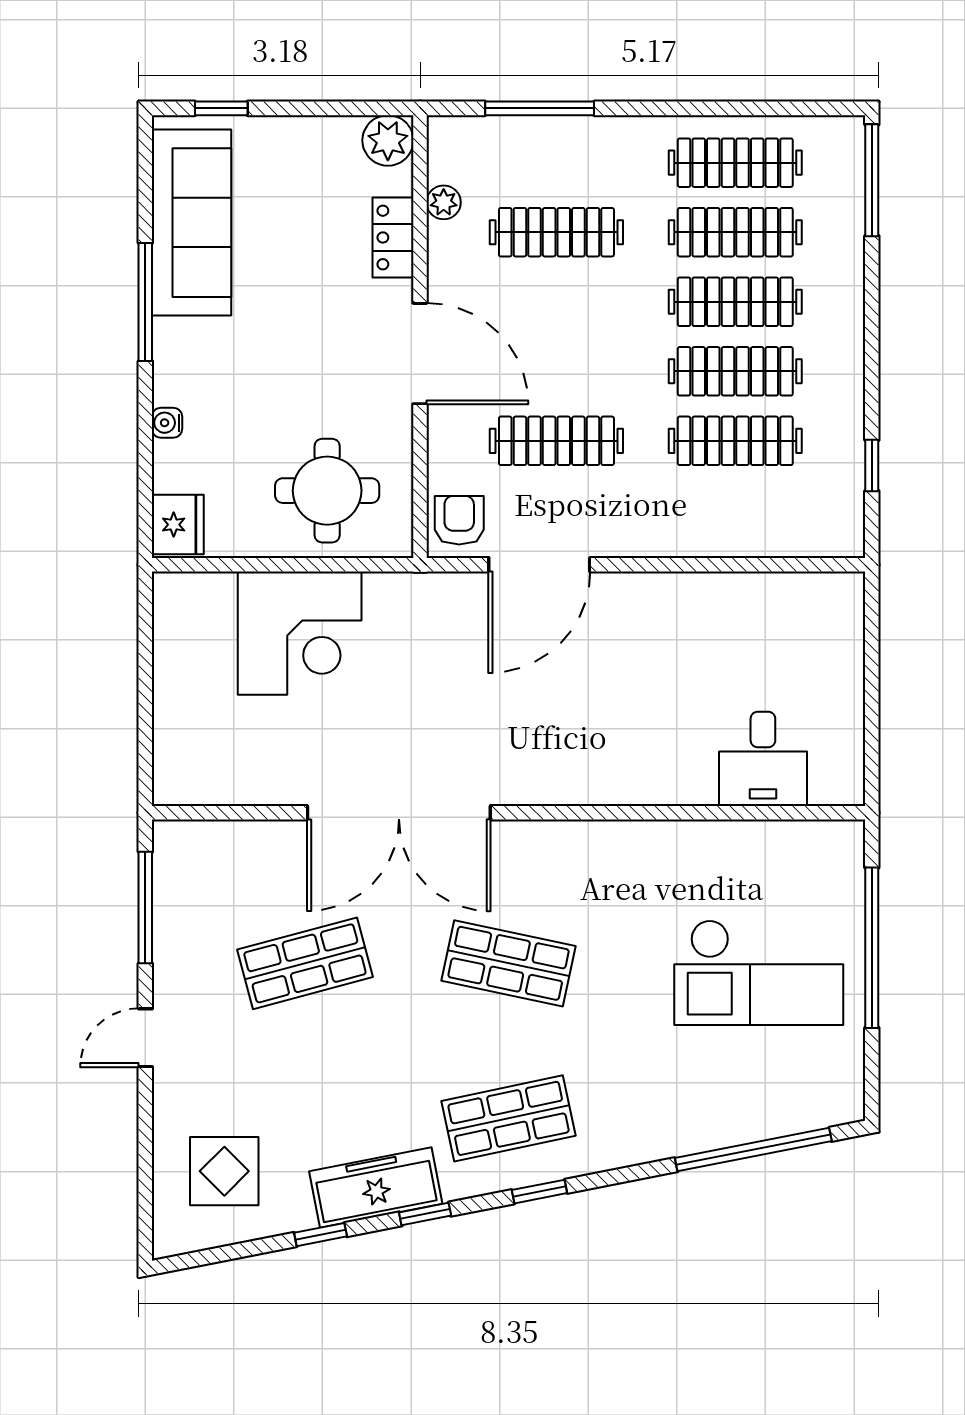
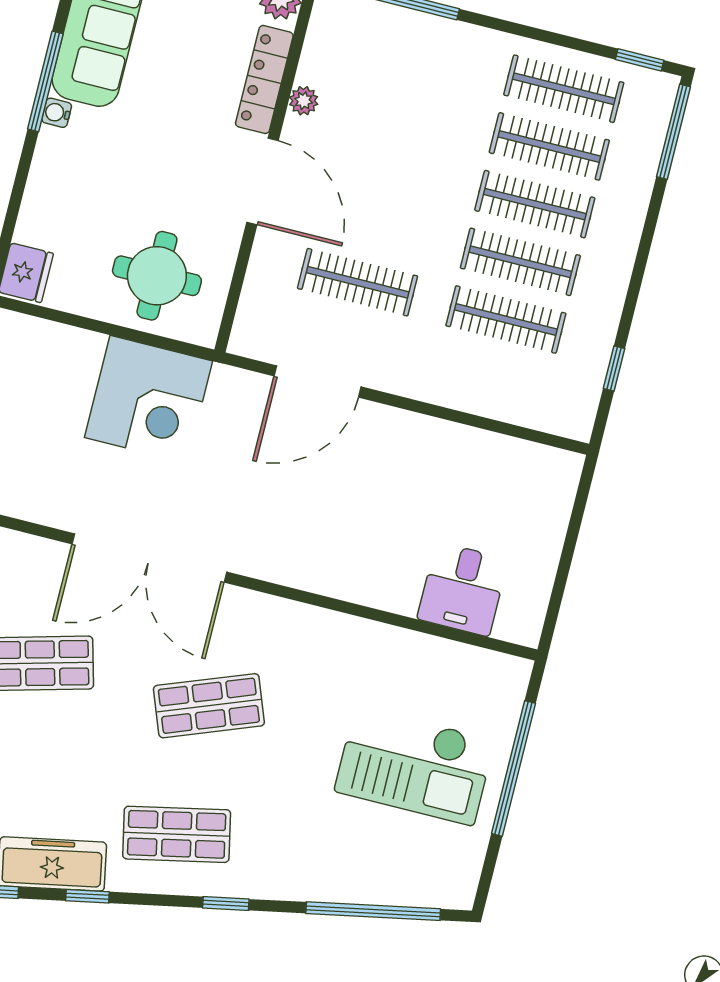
window: (813, 108) -> (640, 60), added
plant: (444, 202) -> (304, 101), moved
clothes rail: (556, 232) -> (401, 109), removed
locker: (393, 237) -> (264, 79), width x1.53
water cooler: (167, 423) -> (57, 113), moved
armchair: (459, 520) -> (260, 328), removed
corner desk: (300, 633) -> (148, 399), moved
shop shelf: (509, 963) -> (209, 706), turned -33
window: (539, 1192) -> (226, 903), moved

